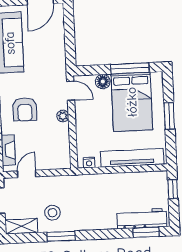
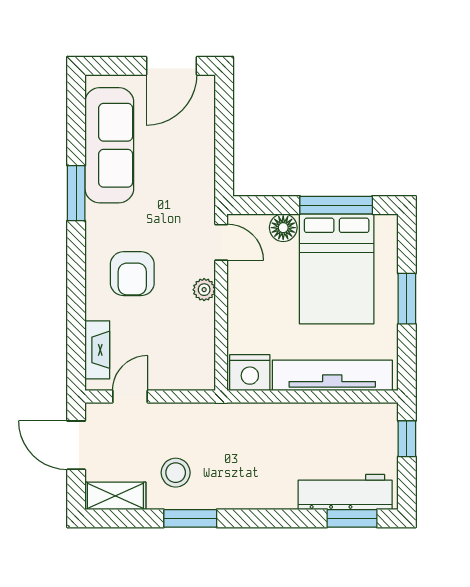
nightstand: (89, 163) -> (250, 373), width x1.89, depth x1.79

